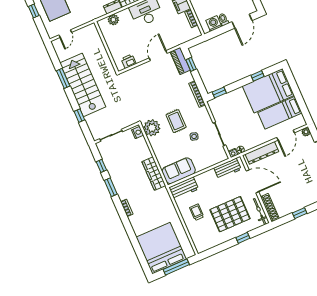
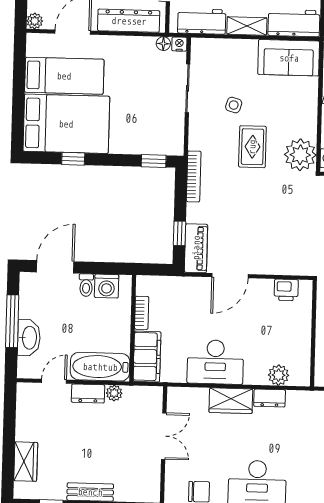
shelving: (205, 176) -> (247, 26), added

